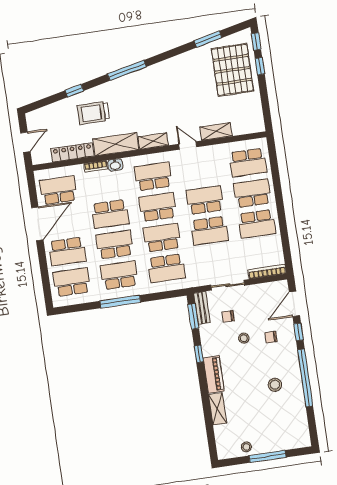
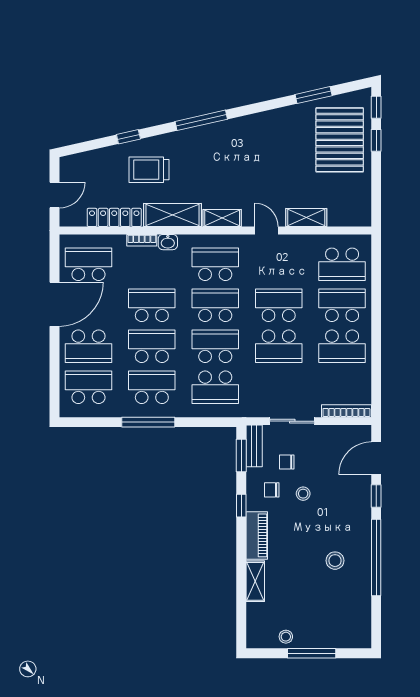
school desk: (110, 214) -> (152, 305), turned 180
chair: (271, 337) -> (272, 490), moved

